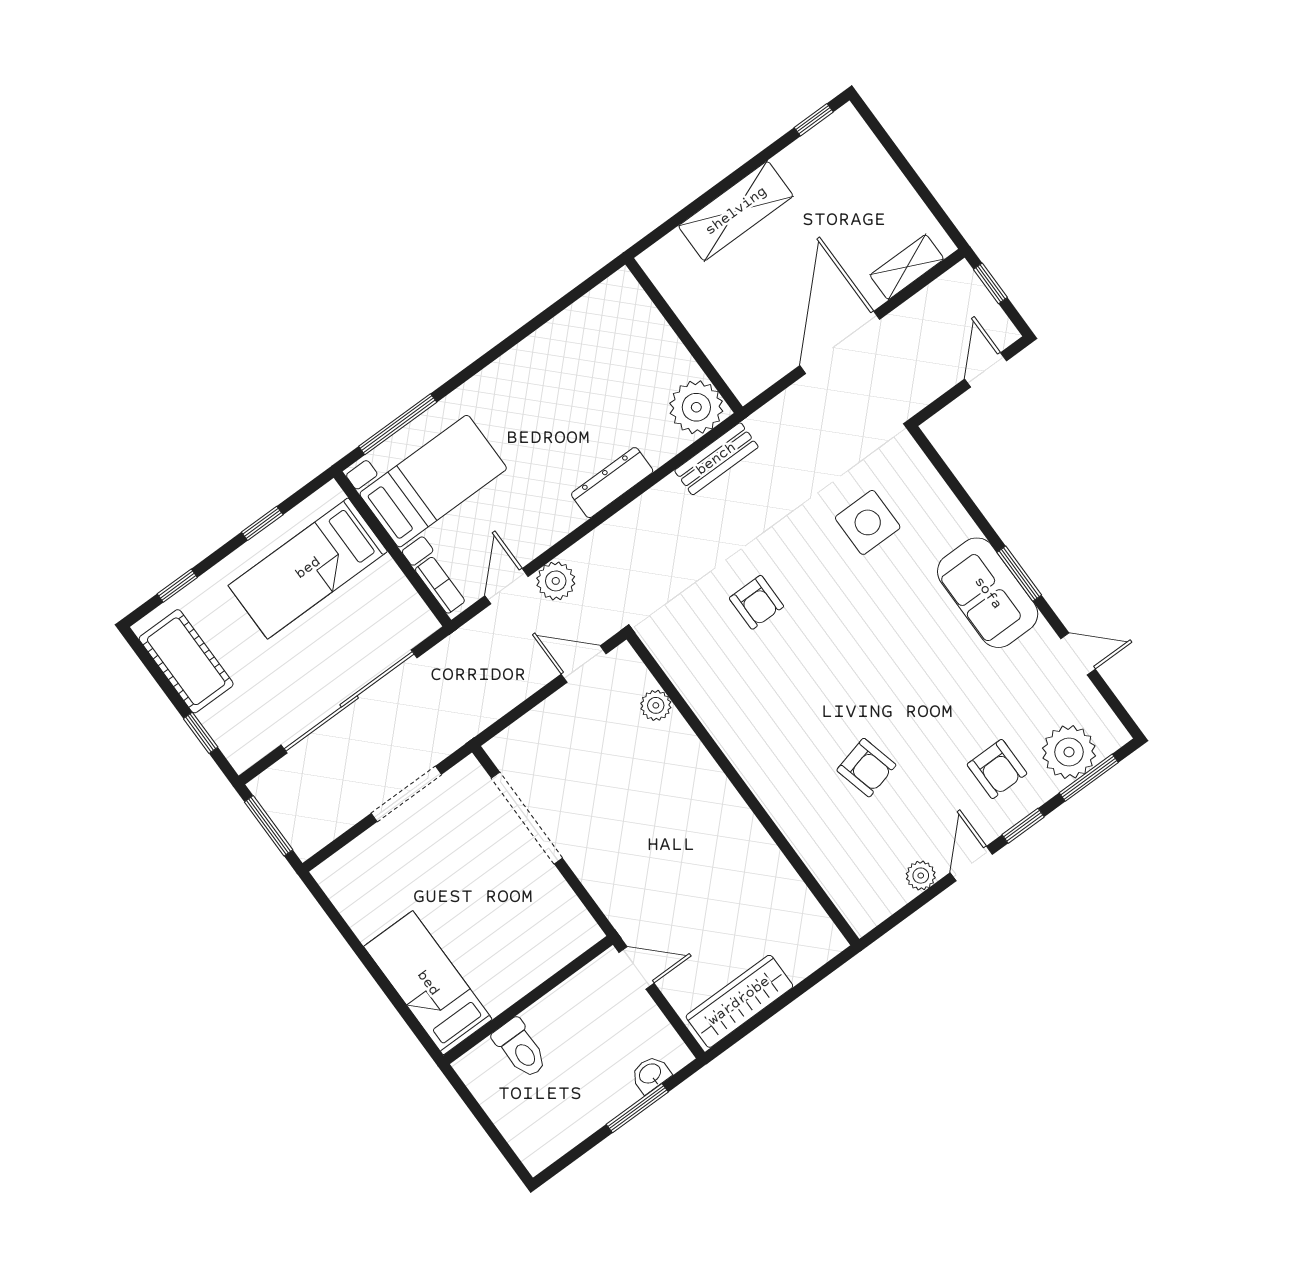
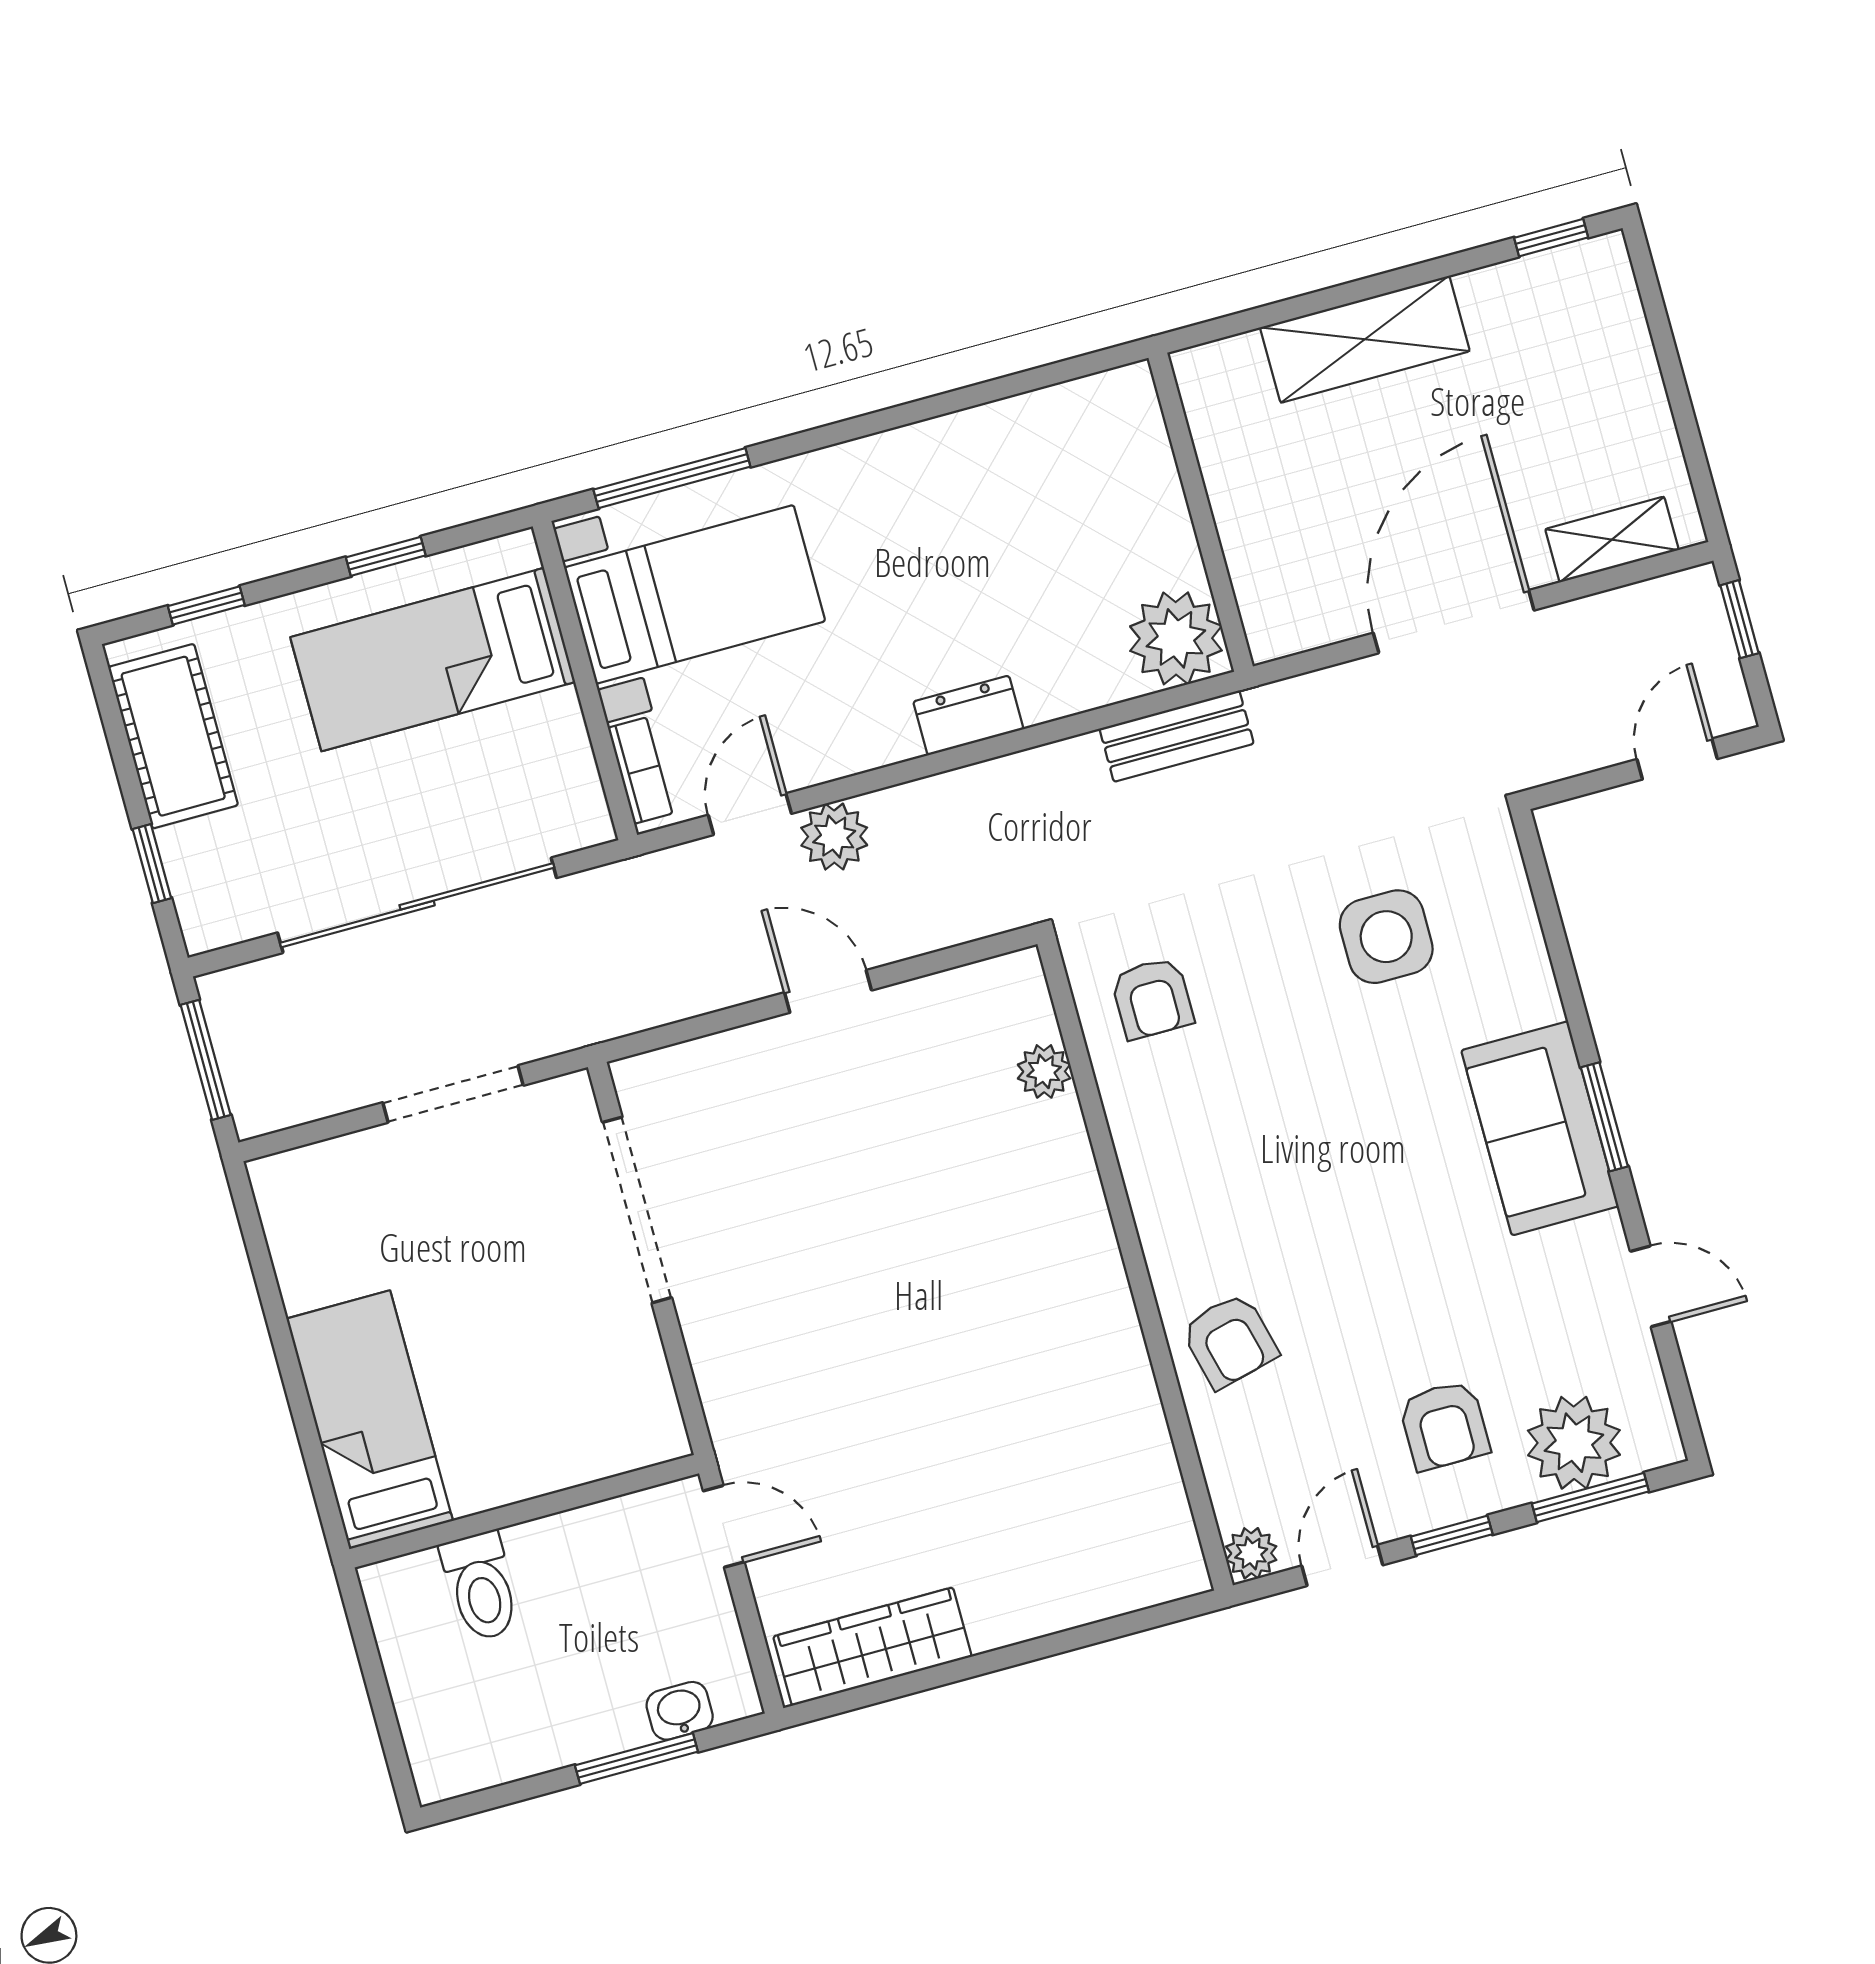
dresser: (612, 483) -> (968, 715), width x0.70
plant: (656, 705) -> (1044, 1071), moved
wall: (743, 789) -> (1135, 1265), moved

